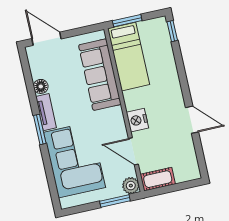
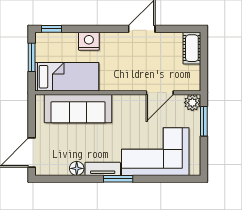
window: (127, 21) -> (32, 57), moved
nightstand: (137, 120) -> (89, 41), moved, turned 180
cot: (158, 179) -> (192, 48), moved

